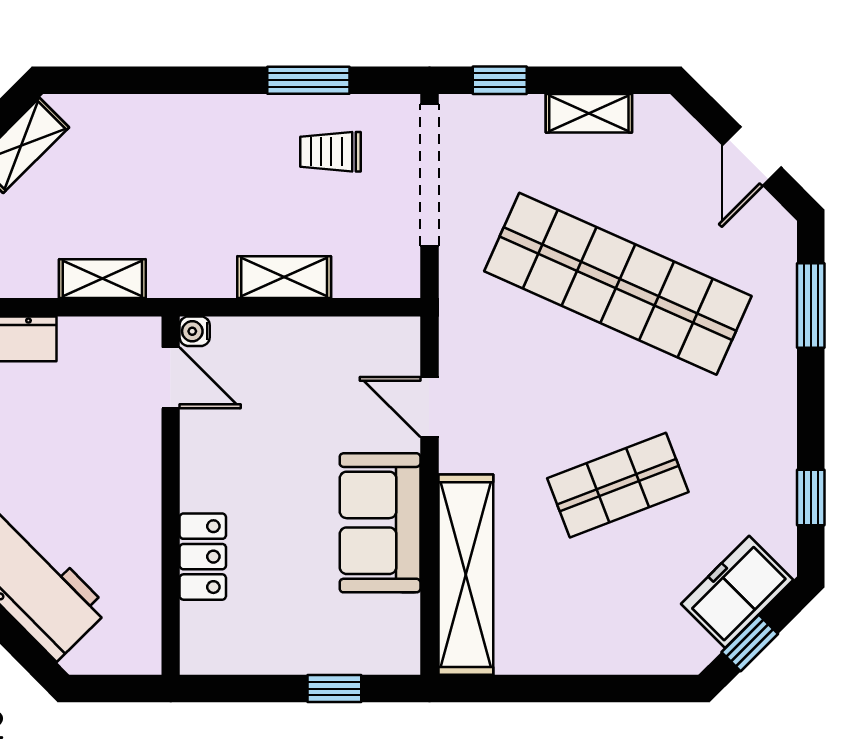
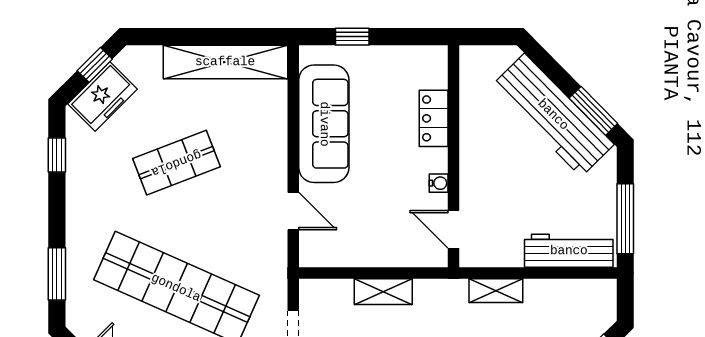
water cooler: (195, 331) -> (439, 183), moved
sofa: (380, 523) -> (324, 124), width x1.36
shelving: (466, 575) -> (225, 62), moved, turned 90

